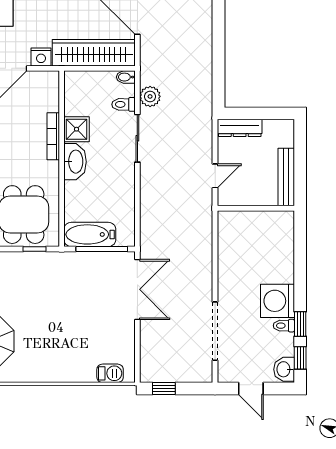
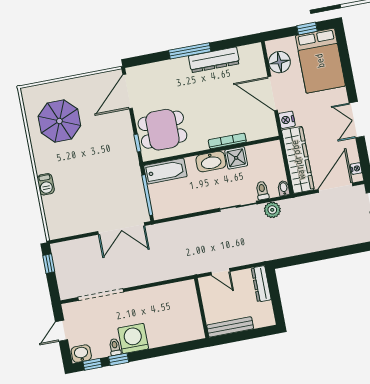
bathtub: (90, 234) -> (165, 171), moved, turned 90
barbecue: (110, 373) -> (46, 184), moved

